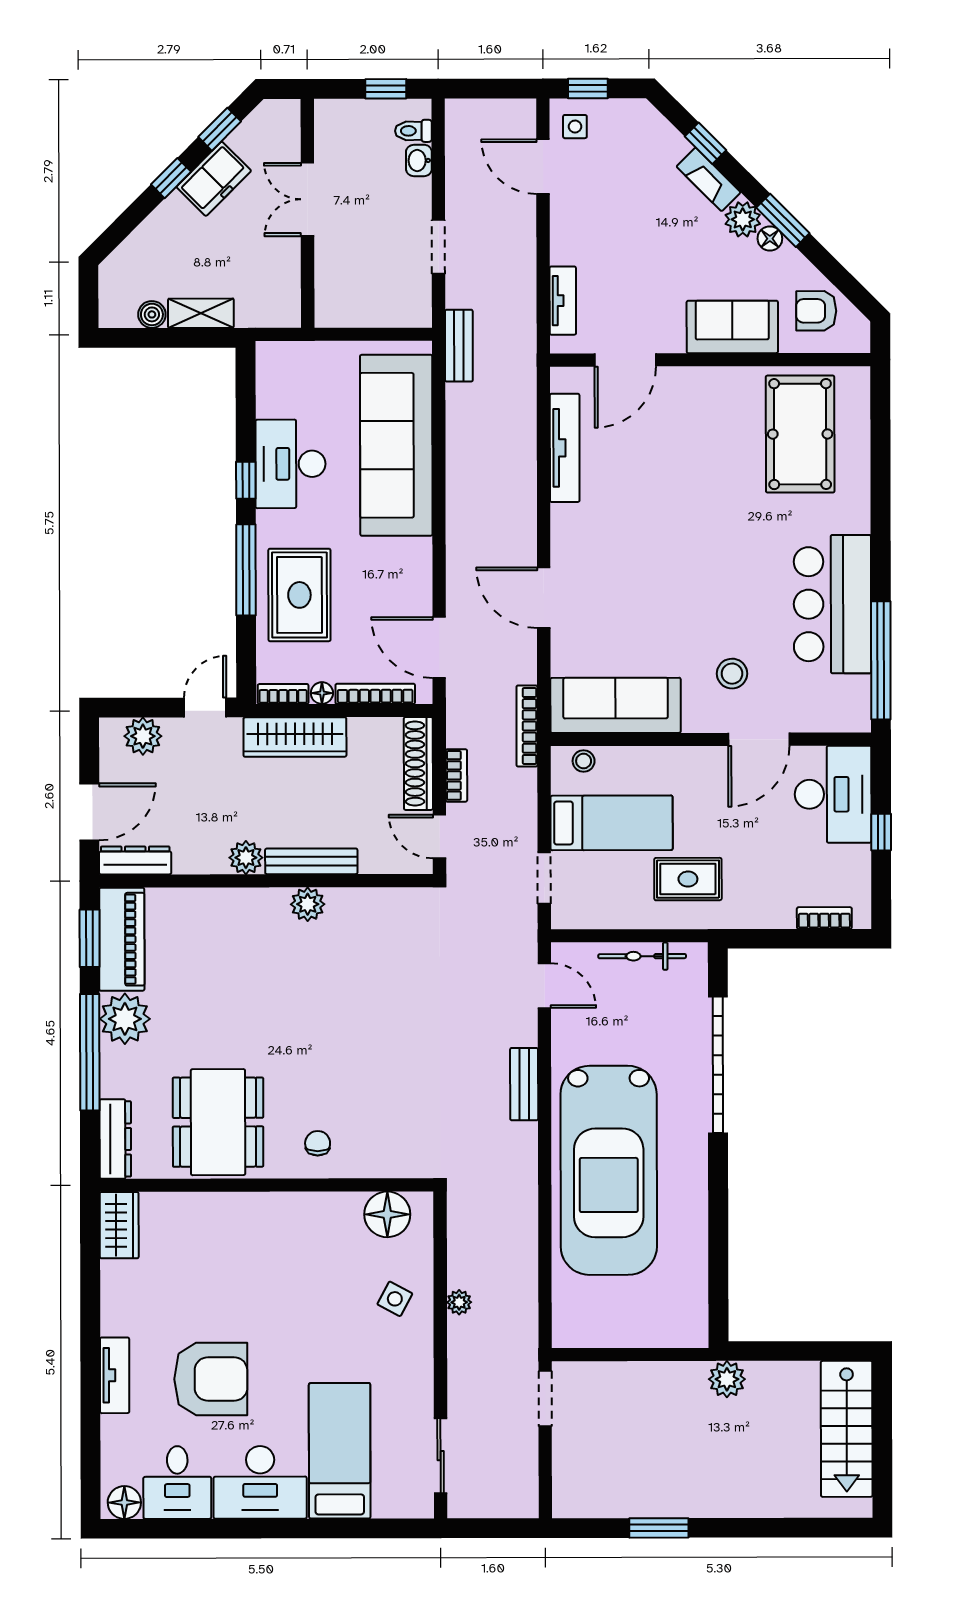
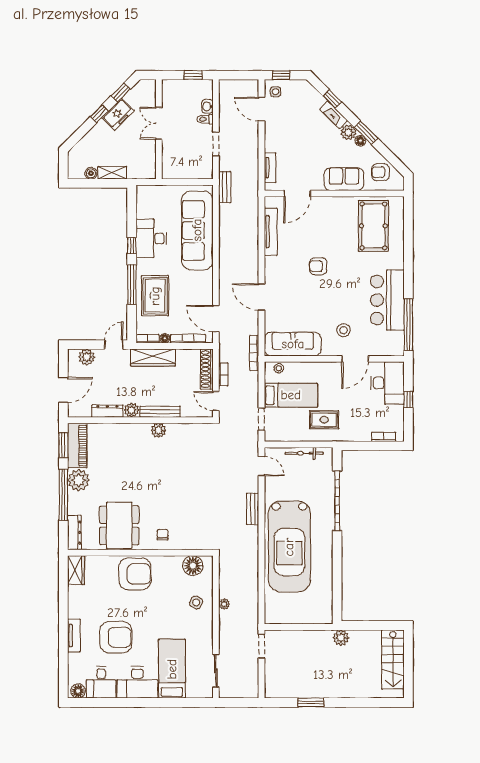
toilet: (413, 131) -> (205, 119), moved
armchair: (674, 527) -> (318, 266), added
dresser: (135, 860) -> (107, 411), moved
armchair: (254, 1234) -> (135, 574), added

